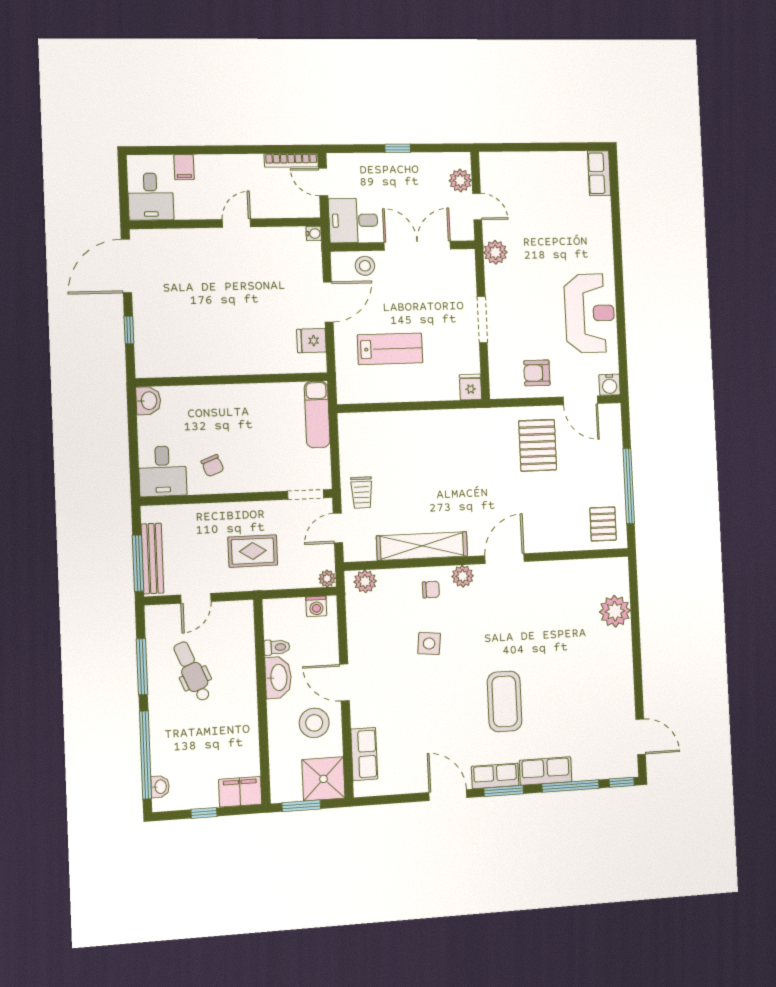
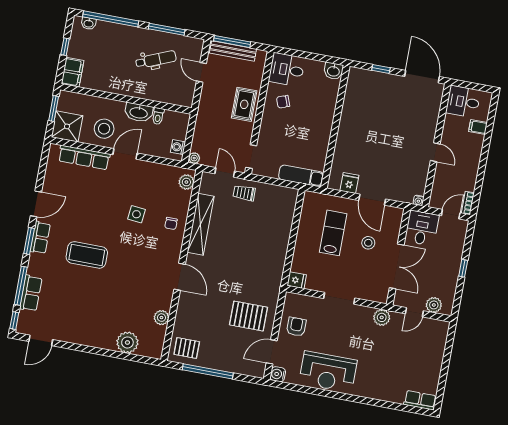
bookcase: (291, 160) -> (468, 203), width x0.64
stool: (365, 266) -> (368, 243), moved
lab bench: (390, 349) -> (333, 233), turned 180
rug: (253, 551) -> (244, 104), moved
plant: (463, 576) -> (161, 318), moved
row of seats: (364, 754) -> (84, 157), width x1.48
row of seats: (546, 771) -> (31, 293), moved

